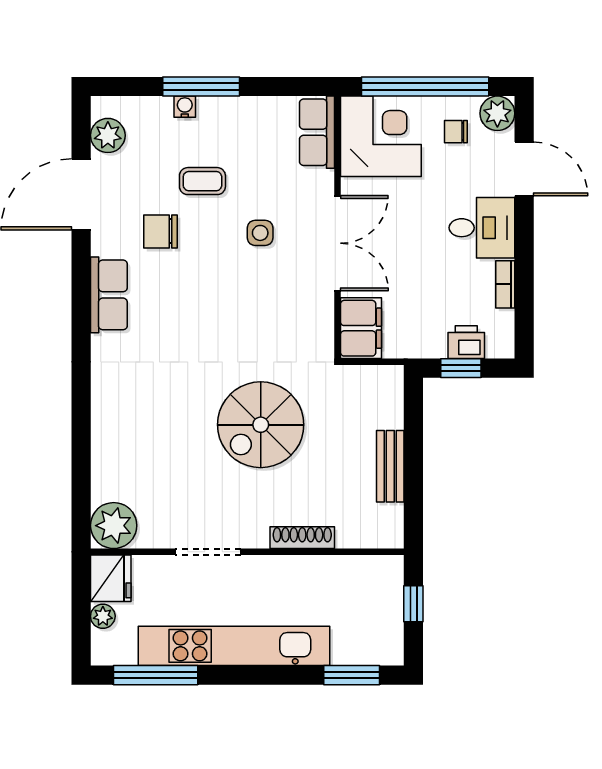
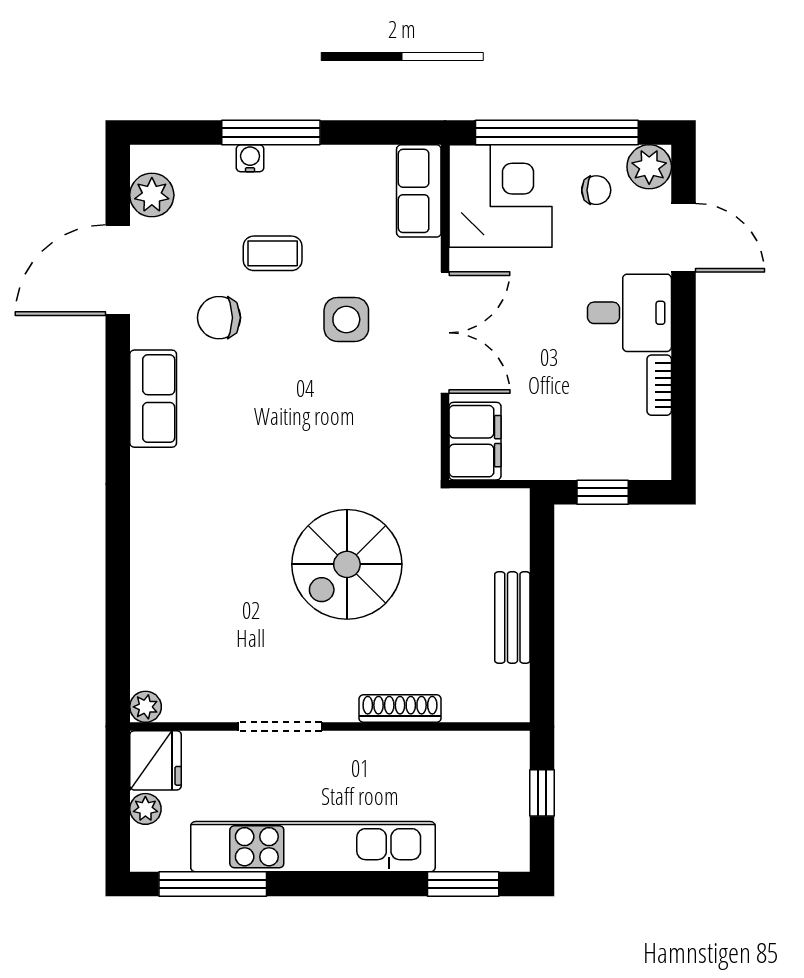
chair: (456, 132) -> (596, 190), turned 180
side table: (260, 233) -> (346, 319), width x1.37, depth x1.37
printer: (466, 342) -> (609, 459), removed
plant: (114, 526) -> (146, 707), width x0.53, depth x0.53

